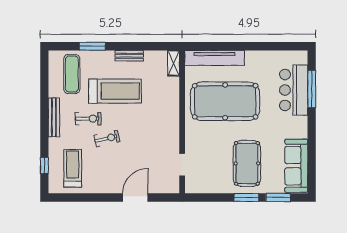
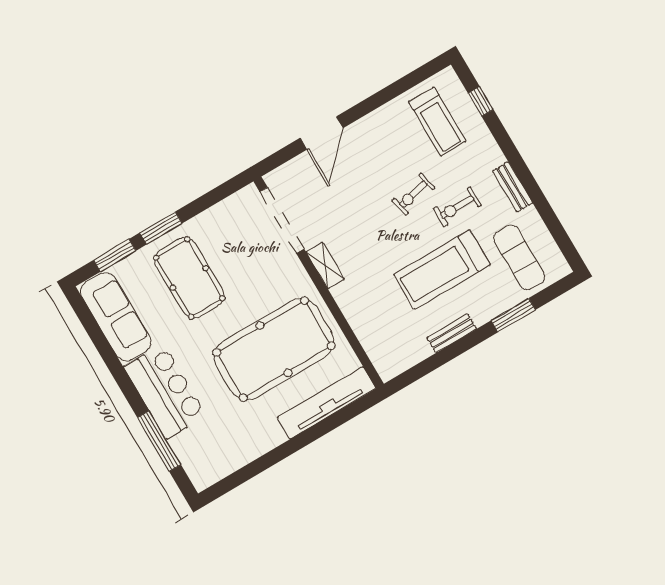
shelving: (174, 63) -> (325, 266), moved
bar counter: (294, 90) -> (165, 391), moved
bench: (54, 117) -> (513, 187), width x0.73
doorway: (182, 165) -> (282, 220), width x1.88

